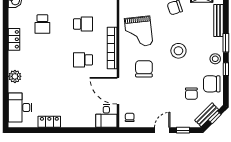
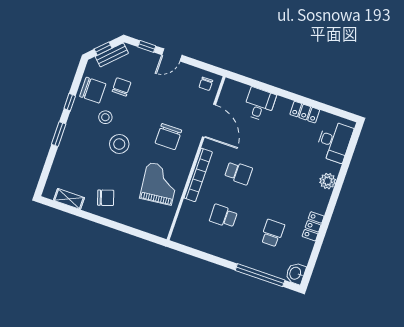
bench: (218, 20) -> (58, 164), removed
stool: (215, 59) -> (105, 117), moved
desk: (106, 116) -> (259, 104), moved

